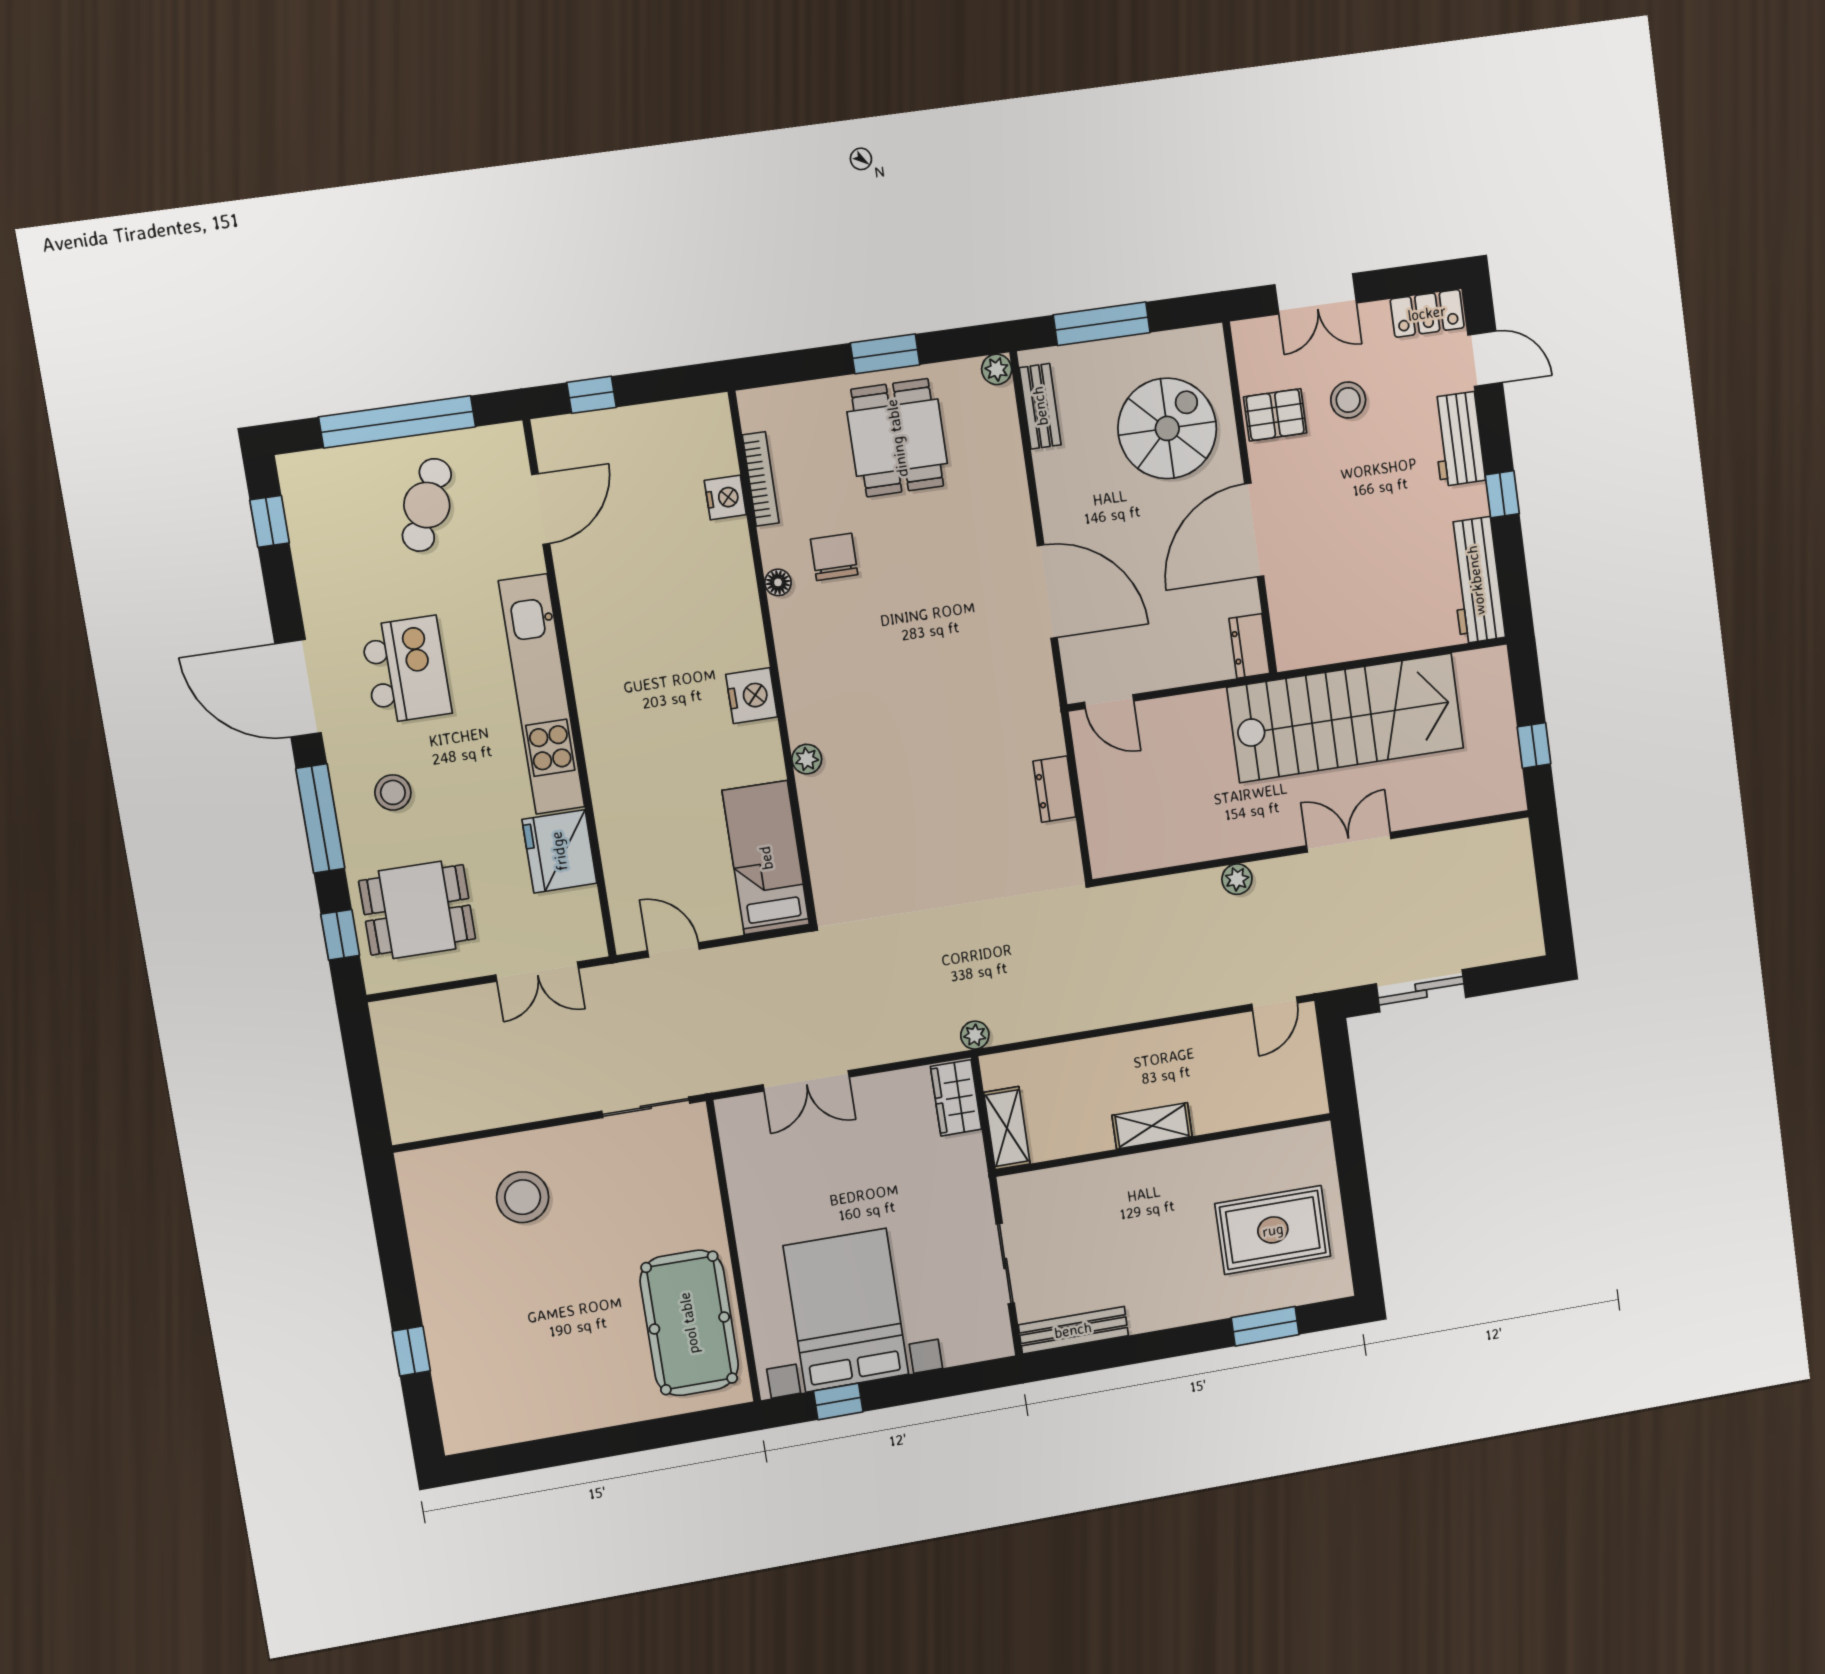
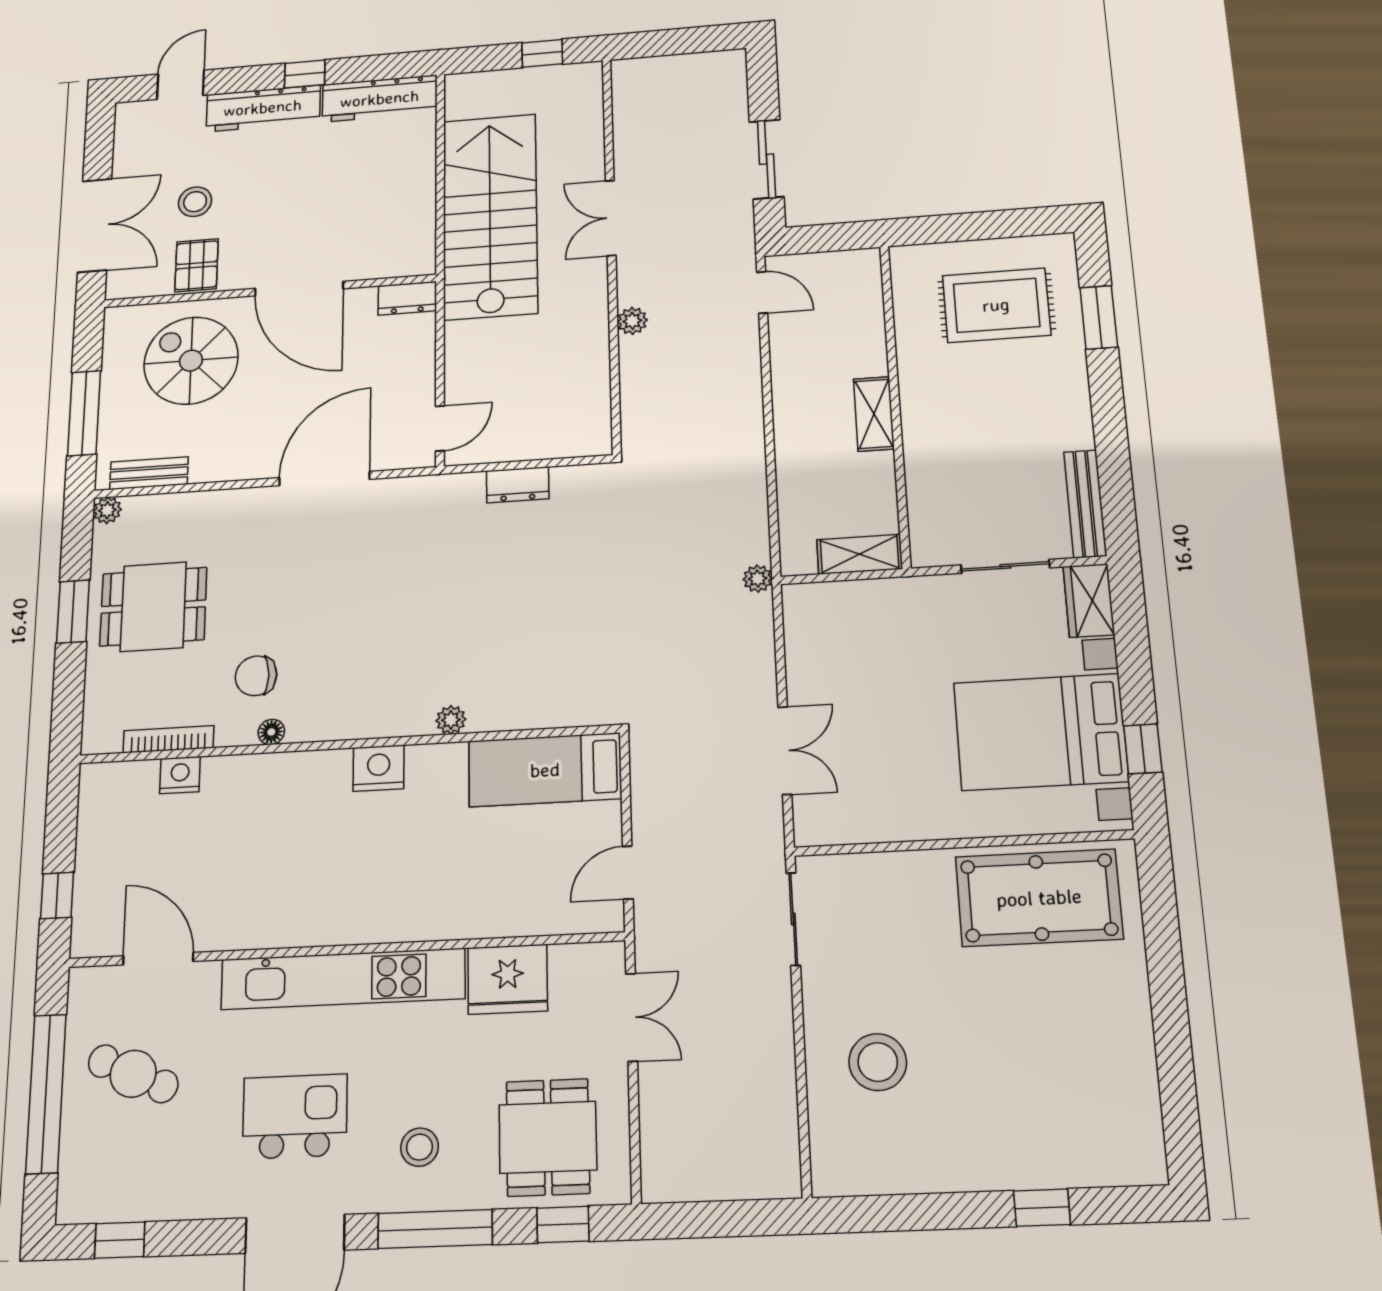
double door: (1316, 294) -> (95, 225), width x1.37
locker: (1427, 313) -> (131, 132), removed
workbench: (1458, 439) -> (263, 108), width x1.37
wardrobe: (956, 1098) -> (1089, 601), moved, turned 90
rug: (1273, 1230) -> (996, 305), turned 90

